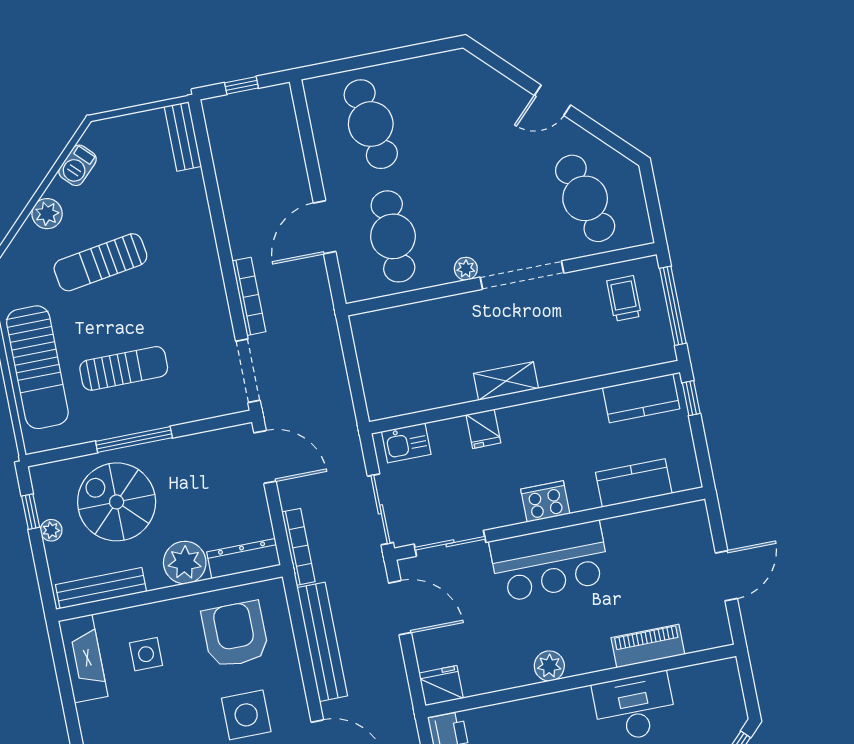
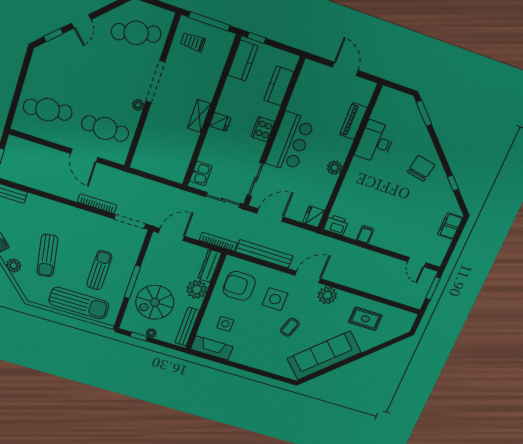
window: (504, 68) -> (53, 35), added
fridge: (483, 429) -> (220, 122), moved

